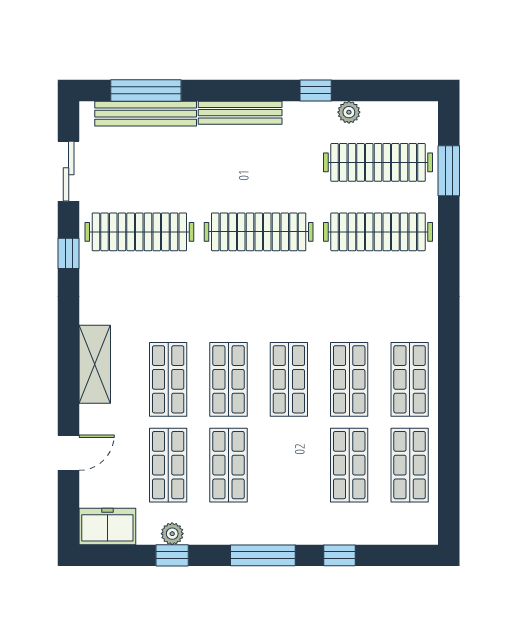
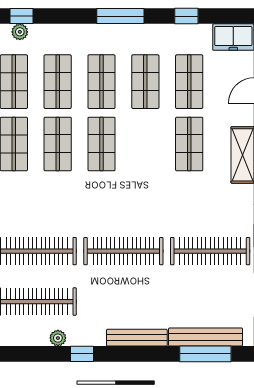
shop shelf: (228, 379) -> (101, 82), moved
plant: (172, 534) -> (20, 32), moved
window: (340, 555) -> (22, 16), moved

